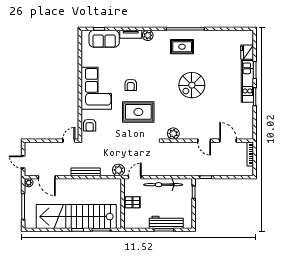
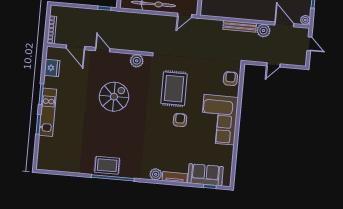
rug: (182, 47) -> (107, 165), moved
fridge: (247, 52) -> (52, 68), moved
spiral stairs: (192, 85) -> (114, 97), moved
rug: (138, 112) -> (174, 89), turned 90
door: (69, 141) -> (273, 65), moved
plant: (118, 170) -> (264, 31), moved

